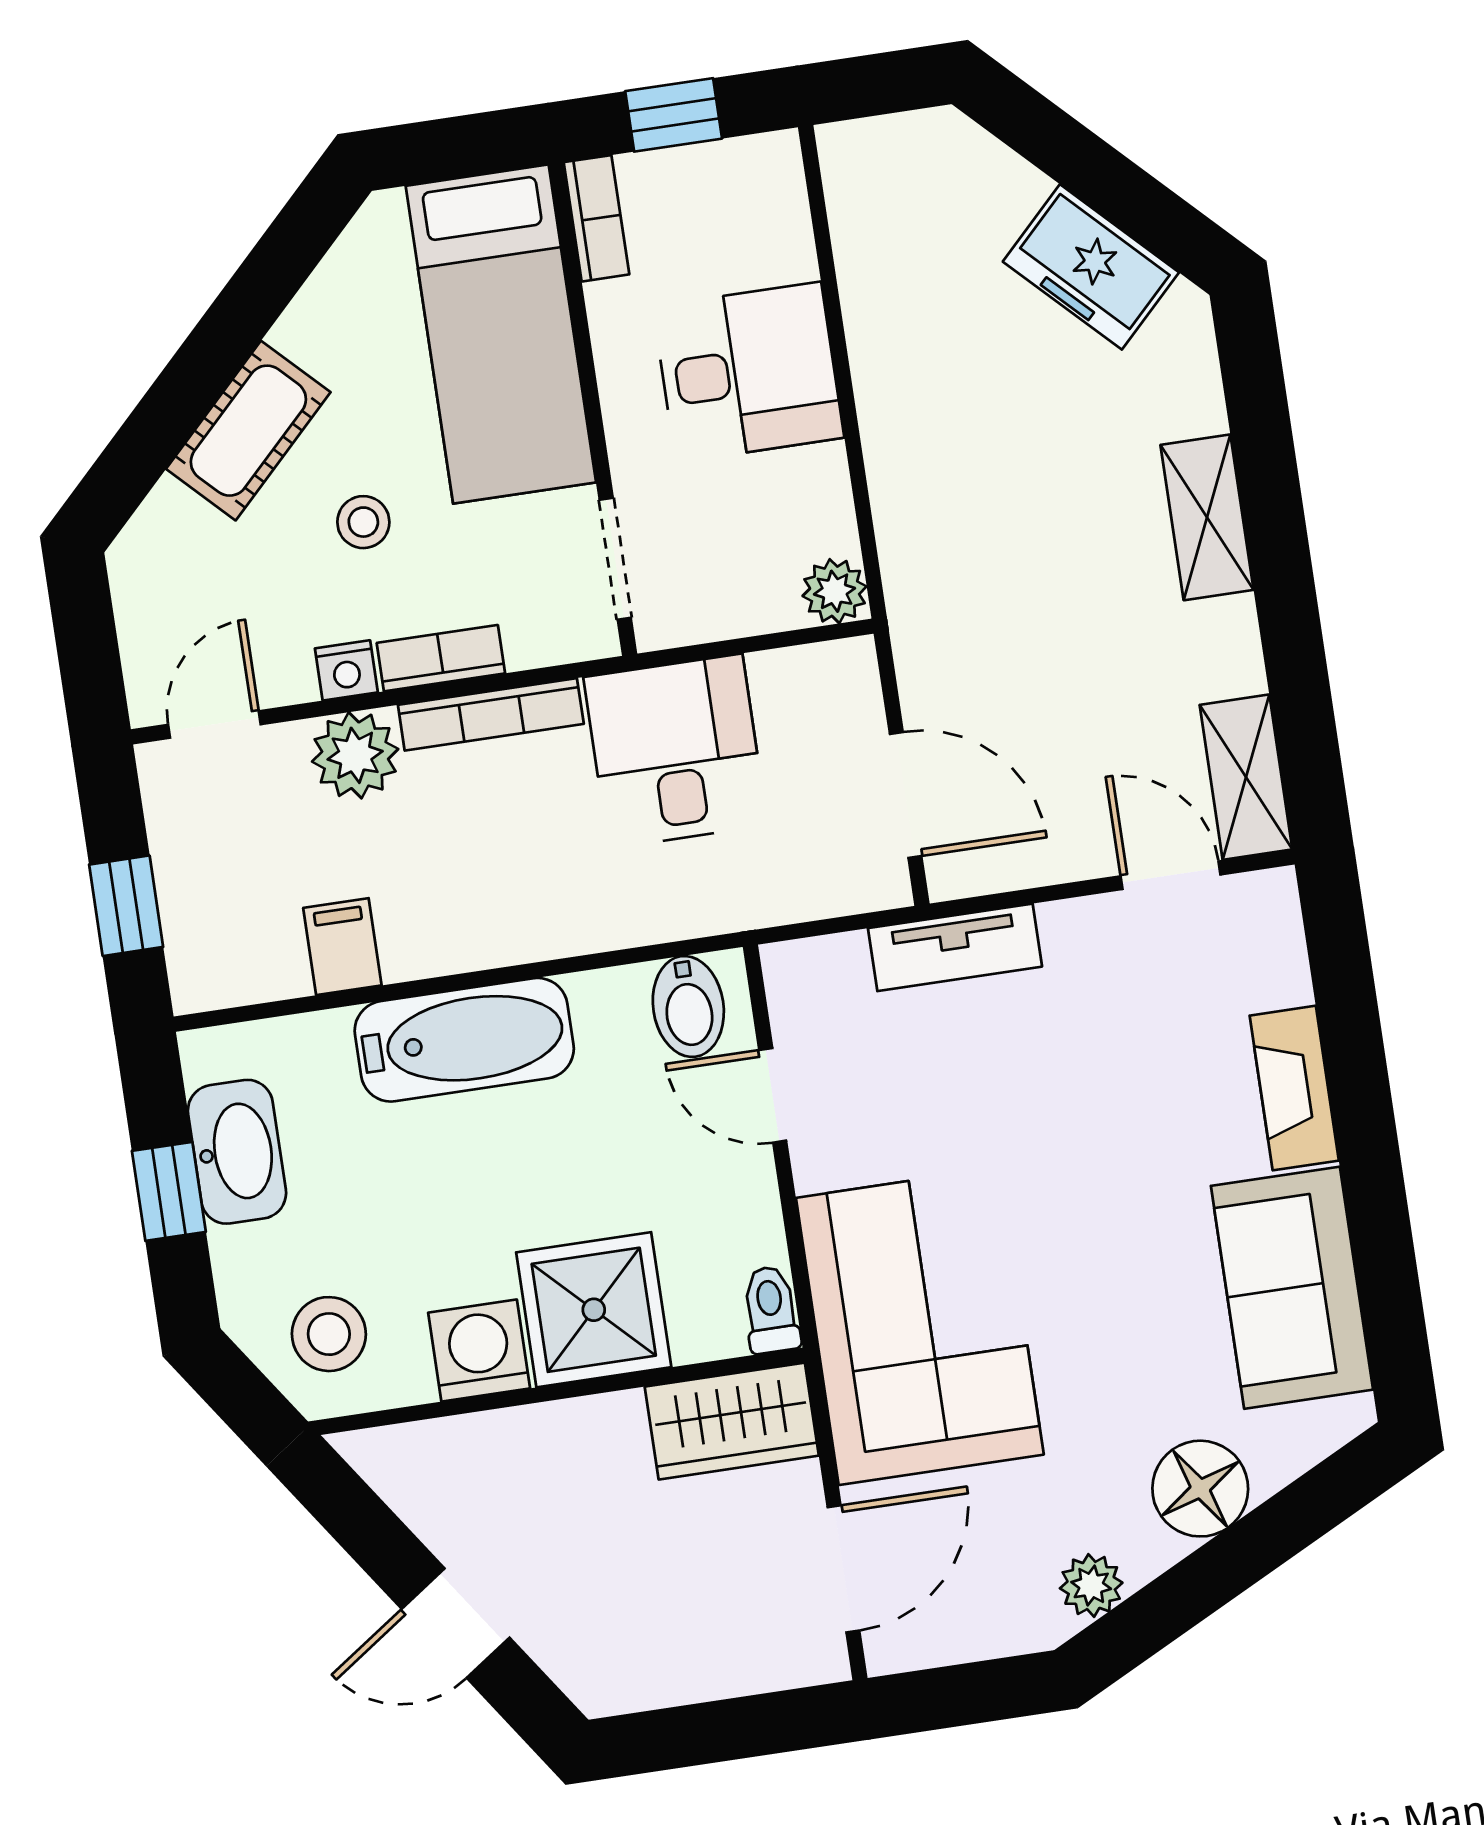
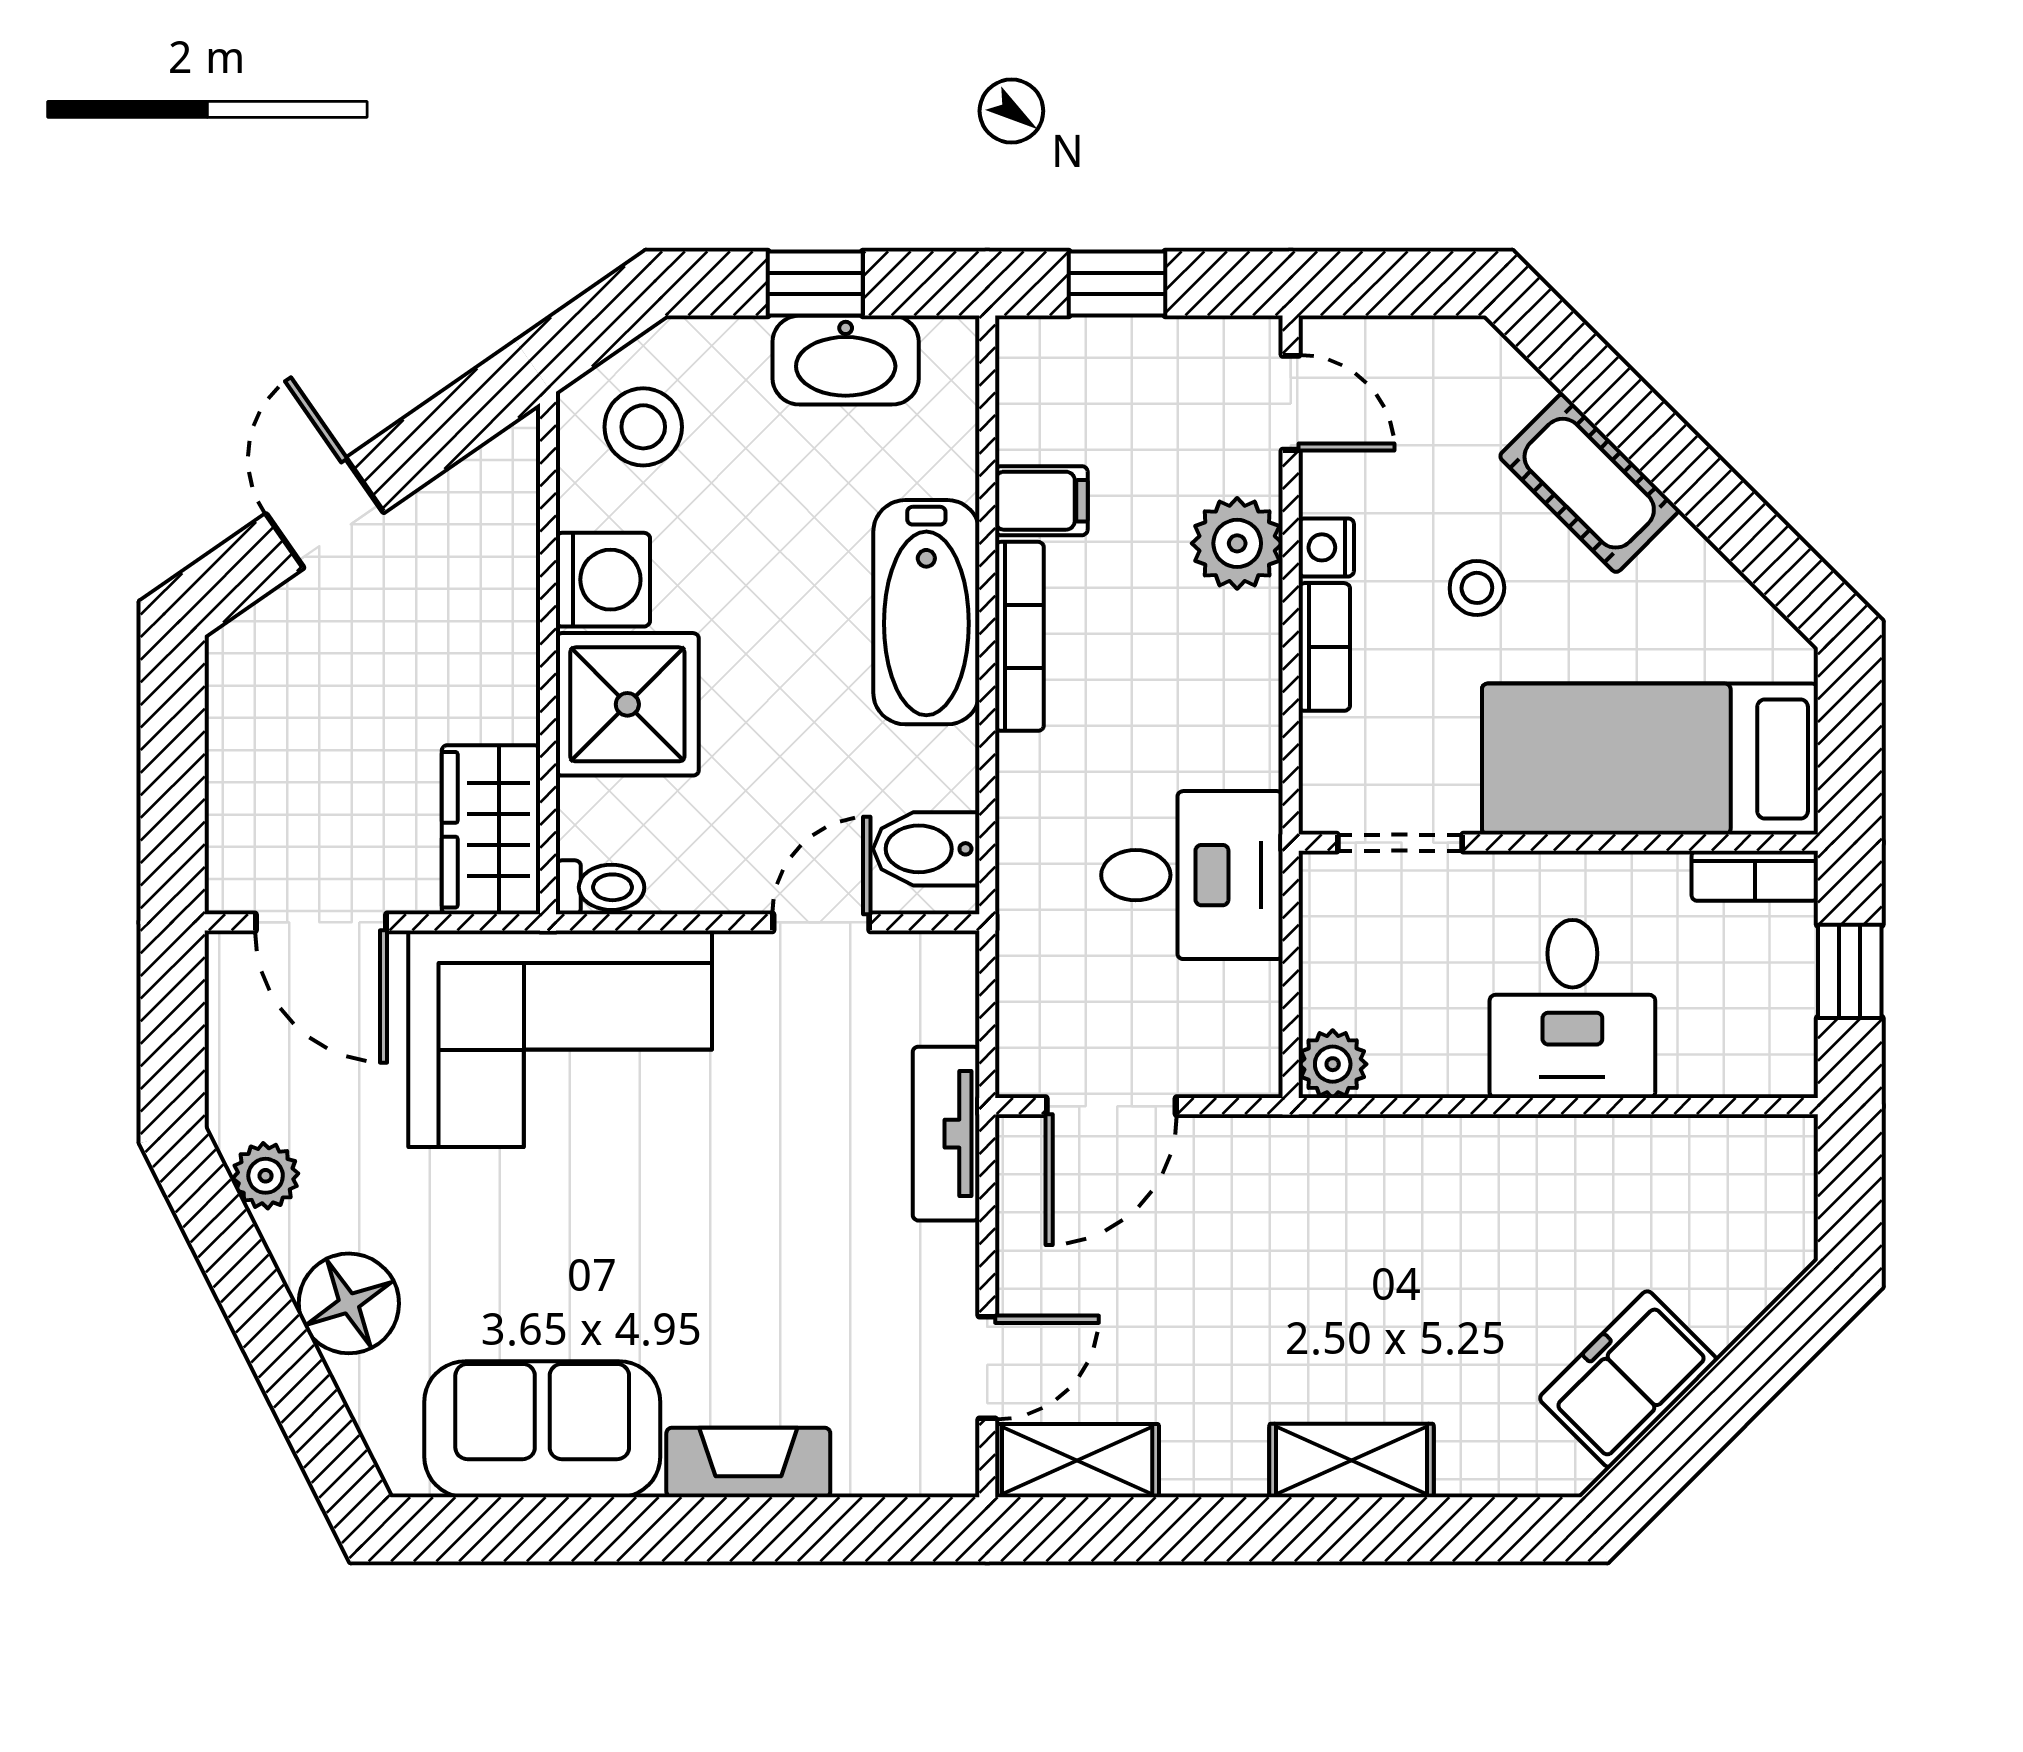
bookcase: (491, 714) -> (1019, 636), moved, turned 180

